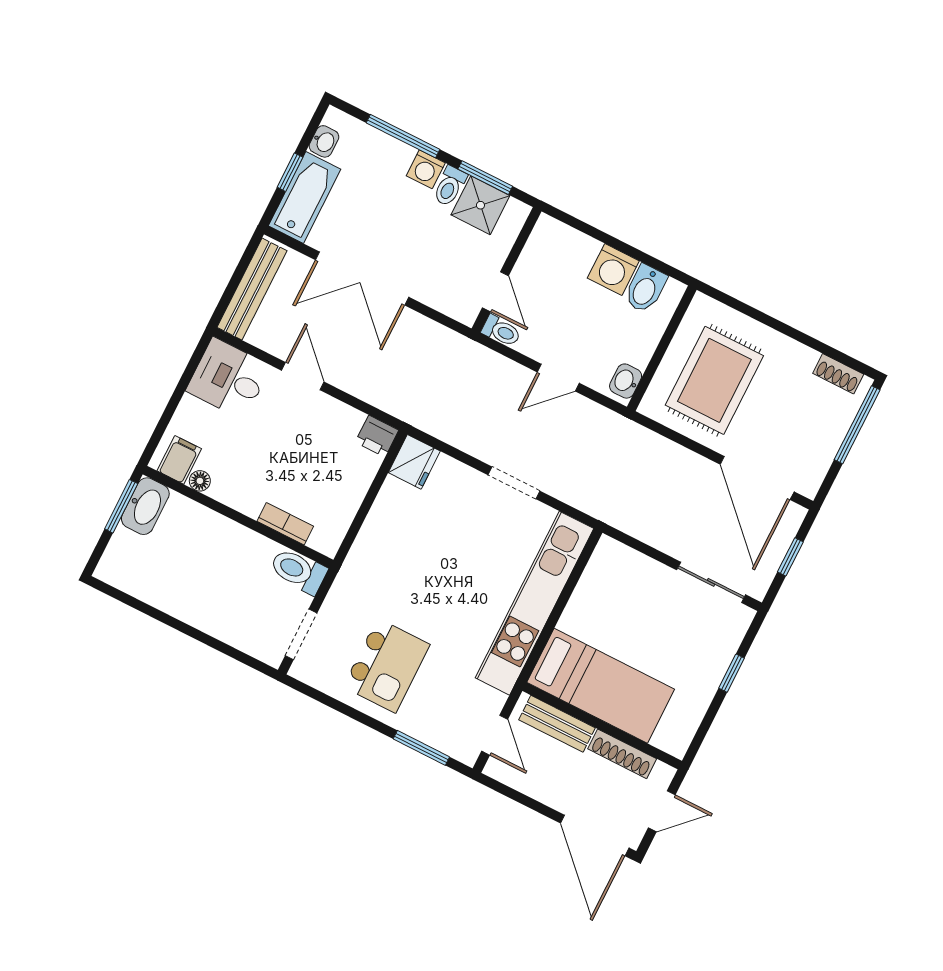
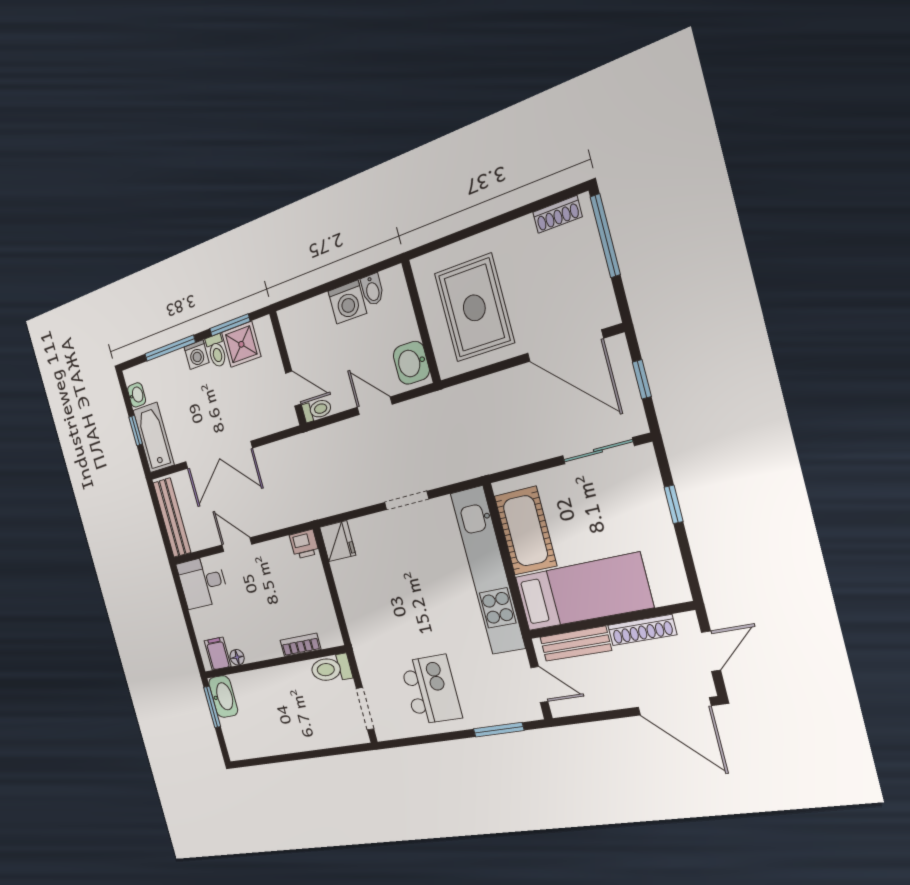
bidet: (645, 289) -> (372, 290), width x0.72, depth x0.74
door: (558, 378) -> (375, 406), swing flipped
washbasin: (626, 381) -> (411, 363), width x1.38, depth x1.45
cot: (597, 597) -> (525, 531), added

